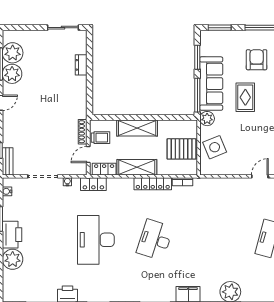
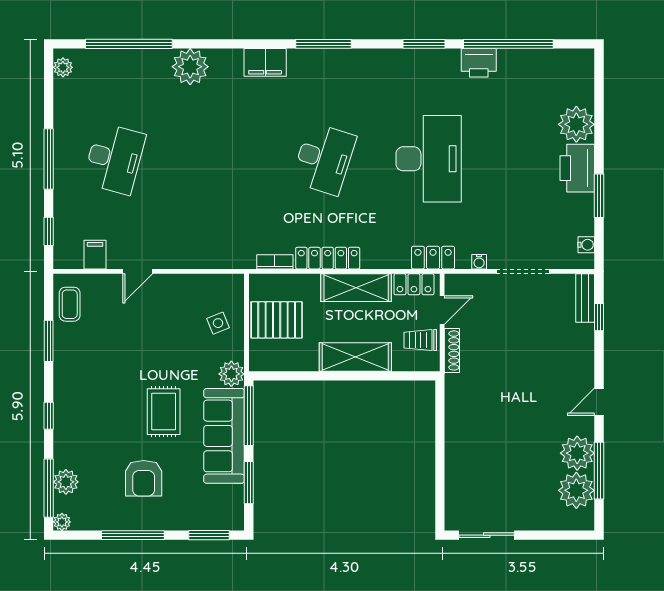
dresser: (81, 65) -> (455, 469), removed
side table: (215, 147) -> (218, 323), width x0.54, depth x0.54

